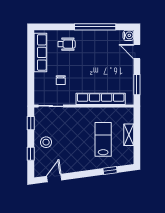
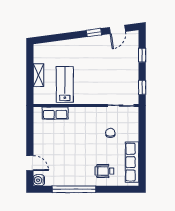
window: (137, 85) -> (30, 128), removed
row of seats: (101, 99) -> (55, 113), width x0.50
lab bench: (103, 139) -> (65, 84), moved, turned 180
stool: (46, 142) -> (126, 67), removed
window: (110, 171) -> (94, 33), moved

